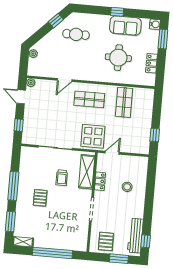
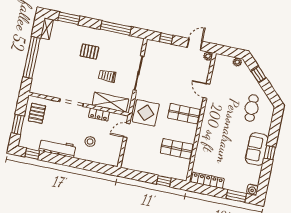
window: (56, 21) -> (258, 74), moved
sofa: (125, 26) -> (257, 149), moved
round table: (118, 58) -> (223, 148), removed
locker: (151, 63) -> (208, 180), width x1.53
shop shelf: (89, 99) -> (184, 114), turned 90
window: (155, 135) -> (164, 181), moved
door: (112, 153) -> (127, 130), swing flipped
window: (13, 186) -> (116, 28), moved
workbench: (135, 236) -> (57, 148), moved
pallet: (106, 241) -> (37, 113), turned 90

